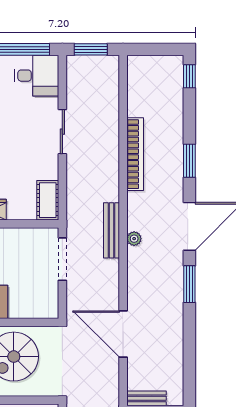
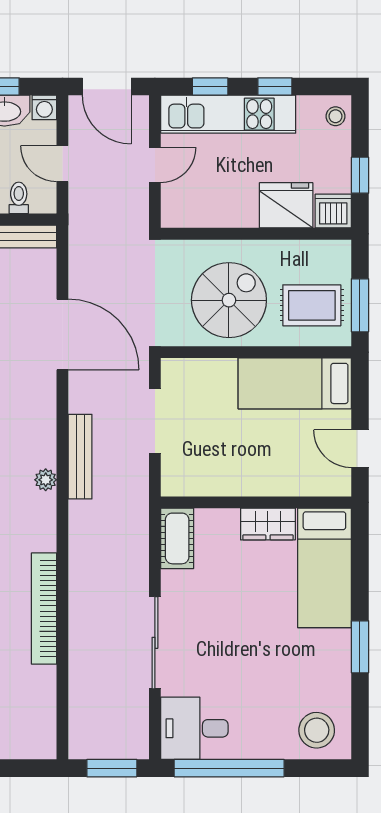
sliding door: (62, 132) -> (155, 643), width x1.37
bench: (111, 230) -> (80, 457), moved
doorway: (62, 259) -> (155, 421), moved

